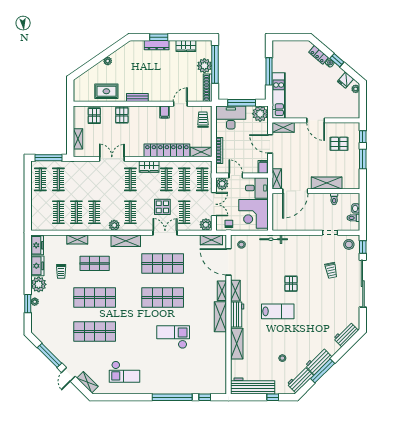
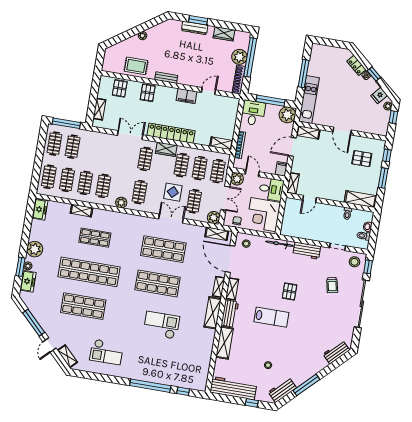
window: (363, 99) -> (393, 117), added
filing cabinet: (164, 112) -> (186, 96), width x2.00
desk: (231, 117) -> (253, 113), width x0.73
trolley: (203, 120) -> (229, 111), removed
door: (270, 144) -> (292, 147), hinge flipped
locker: (167, 150) -> (171, 133), moved
shelving: (327, 183) -> (360, 199), moved
door: (295, 191) -> (310, 199), width x0.53
clothes rail: (40, 212) -> (49, 177), added
shelving: (126, 241) -> (130, 220), removed
freezer: (37, 266) -> (28, 281), moved
trolley: (61, 271) -> (60, 240), removed
shop shelf: (95, 297) -> (89, 272), width x1.40
workbench: (319, 361) -> (307, 251), moved, turned -135

